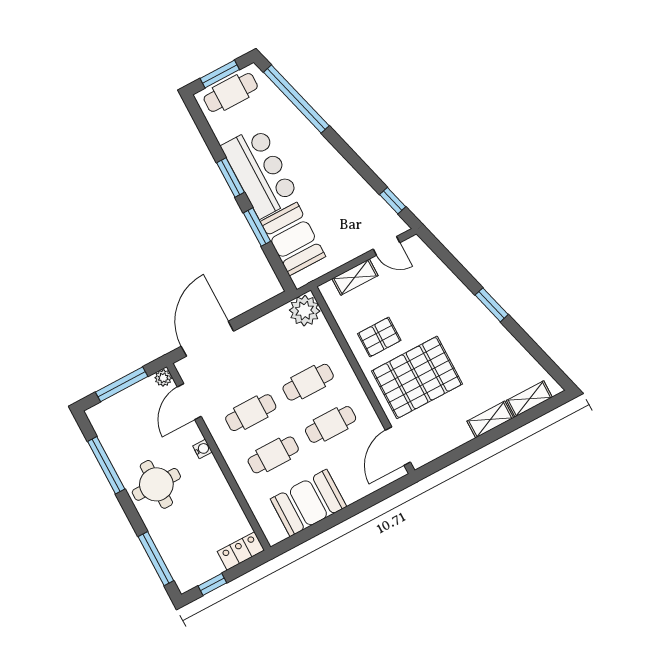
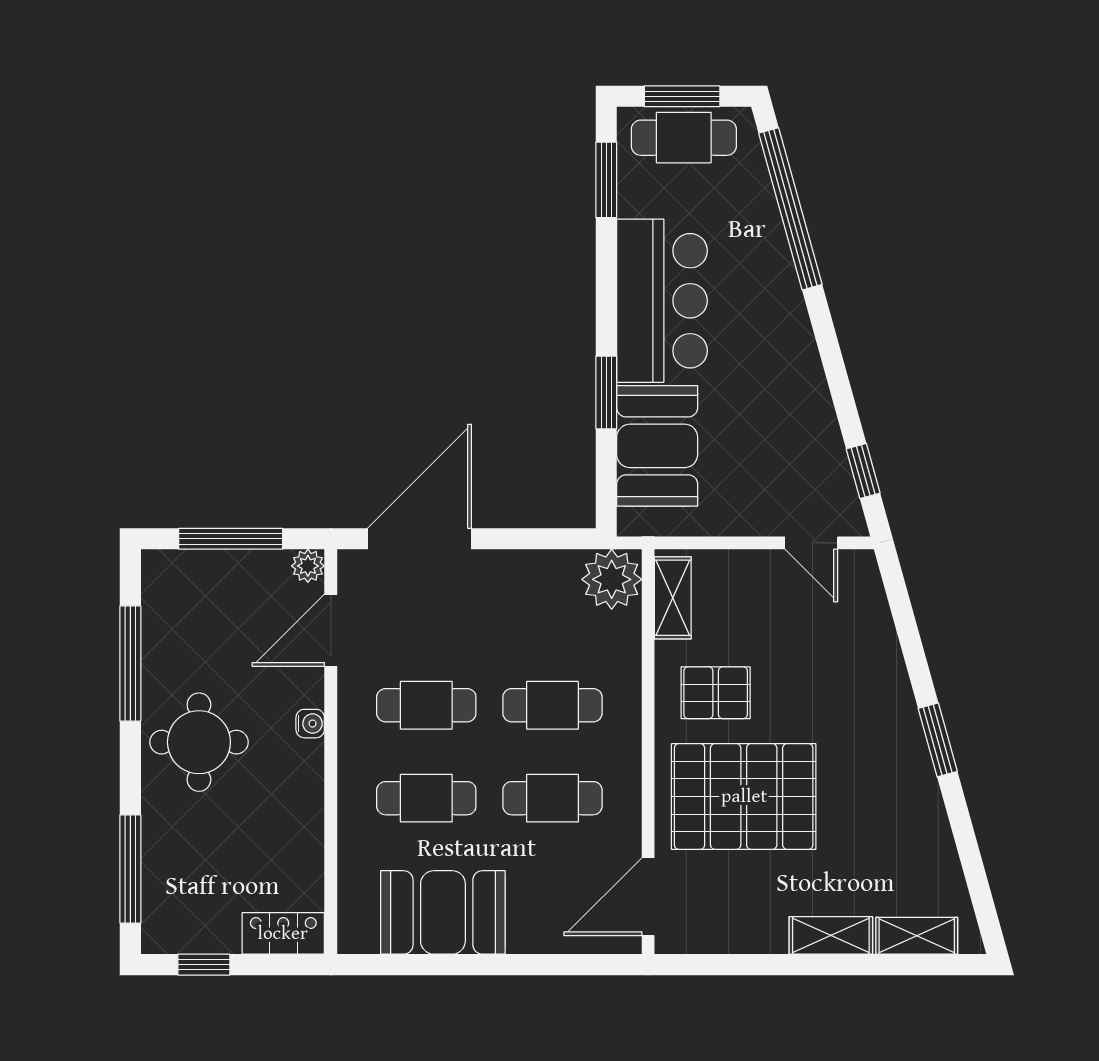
window: (231, 177) -> (606, 180), moved
shelving: (355, 277) -> (673, 598), moved, turned 90

